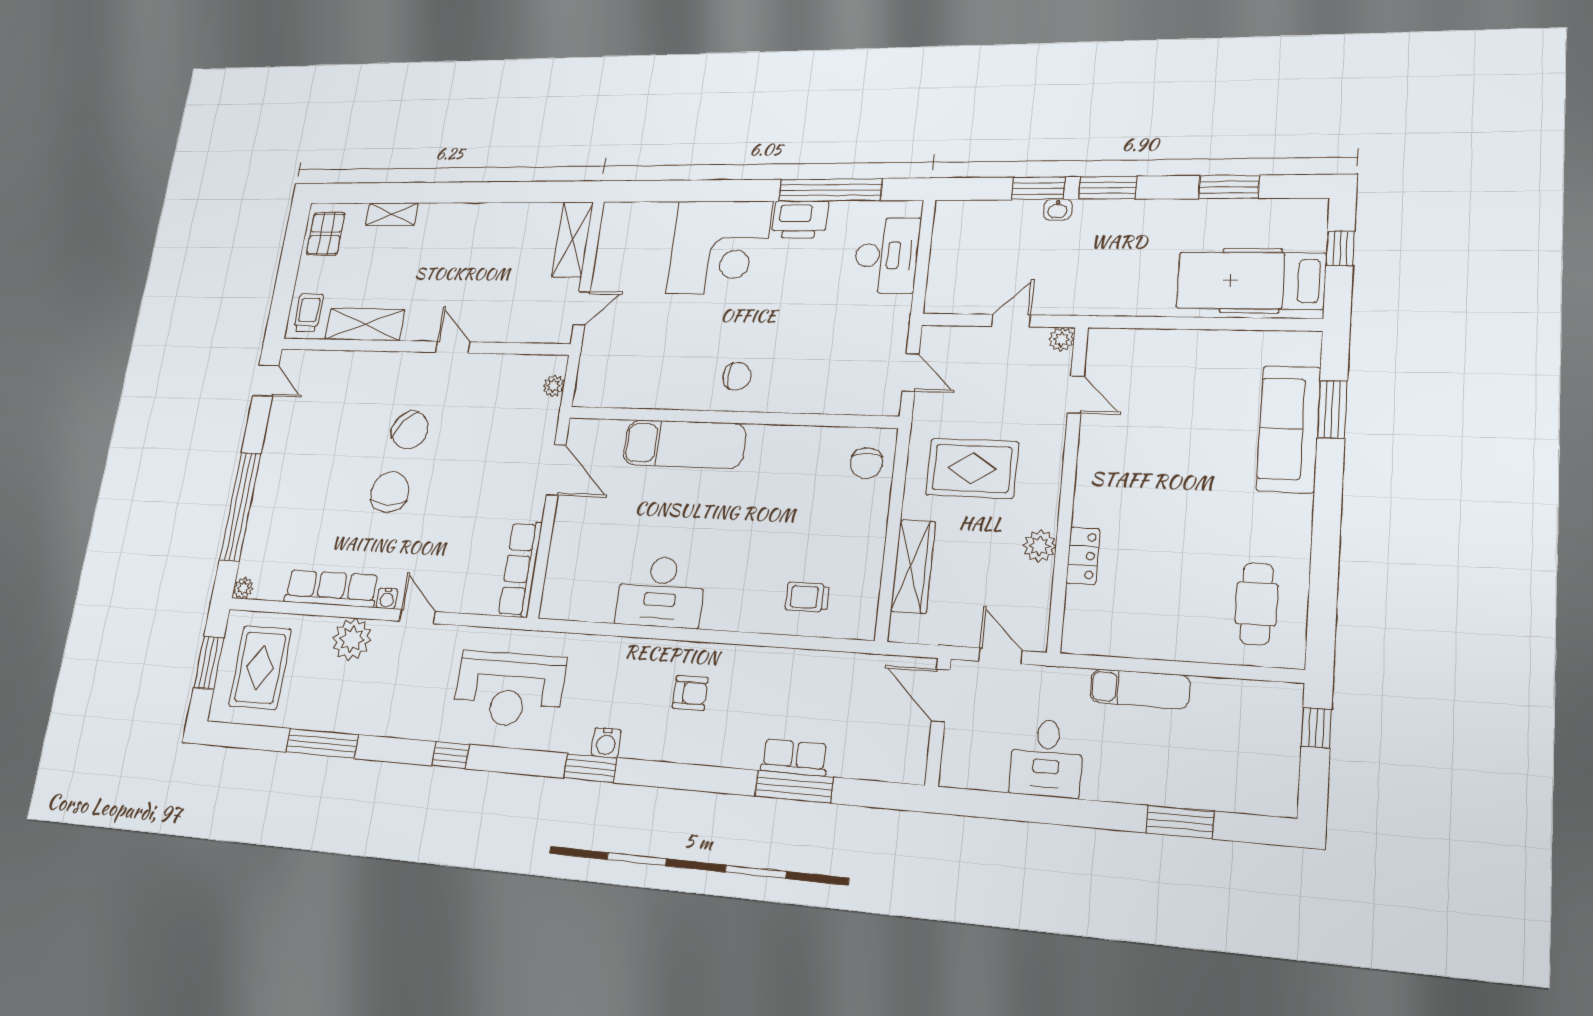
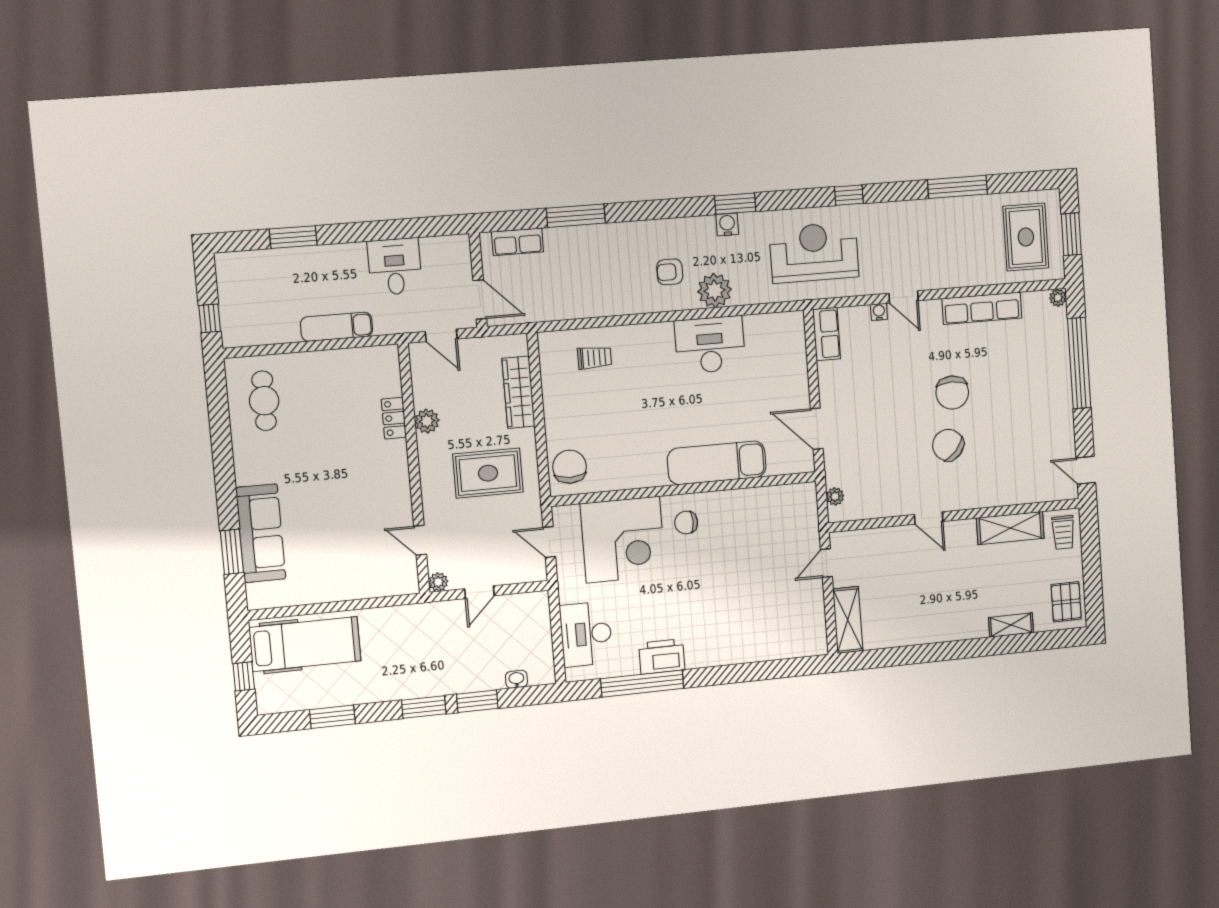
washbasin: (1058, 210) -> (516, 679), moved
corner desk: (720, 247) -> (623, 540), moved, turned 180
chair: (866, 463) -> (570, 467), width x1.37, depth x1.37
row of seats: (520, 569) -> (827, 334), width x0.68
water cooler: (387, 598) -> (879, 312), moved
plant: (352, 639) -> (715, 290), moved
row of seats: (794, 757) -> (518, 242), moved

